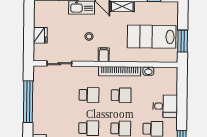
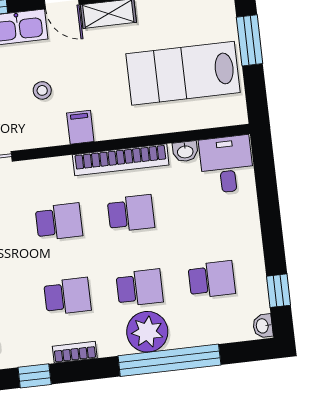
window: (183, 41) -> (250, 40), moved
desk: (165, 106) -> (227, 164), moved, turned -90

